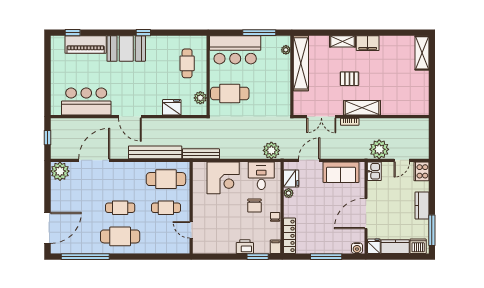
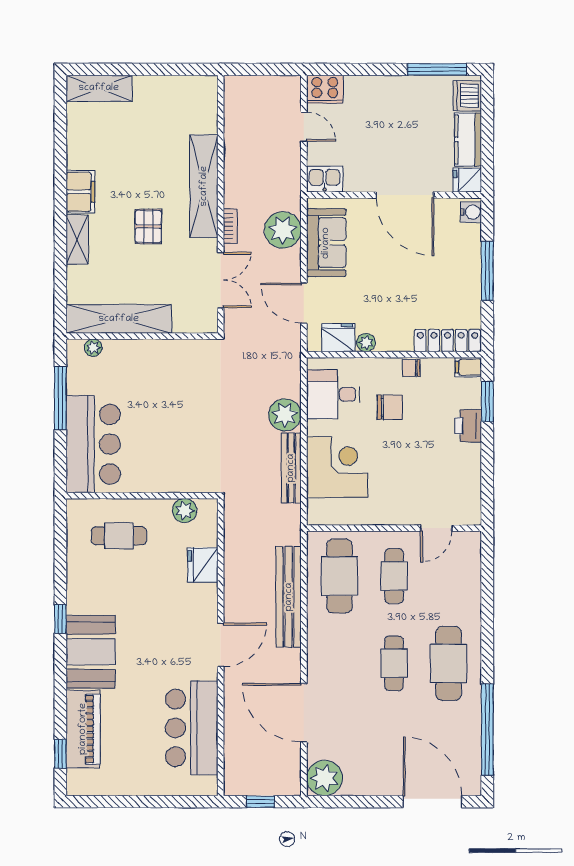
cafe table: (230, 93) -> (176, 454), removed
shelving: (362, 108) -> (204, 186), width x1.47
plant: (379, 149) -> (283, 230), moved
plant: (271, 150) -> (285, 415), moved
bench: (201, 154) -> (291, 468), moved
kitchen counter: (422, 205) -> (390, 88), removed

